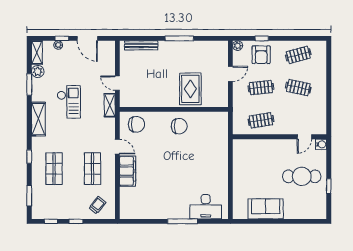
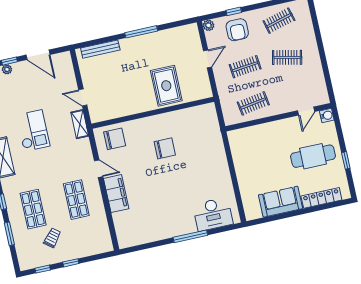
chair: (179, 126) -> (165, 148), moved
window: (29, 196) -> (9, 234), moved
trolley: (97, 205) -> (52, 238), moved
locker: (301, 213) -> (321, 198), added

